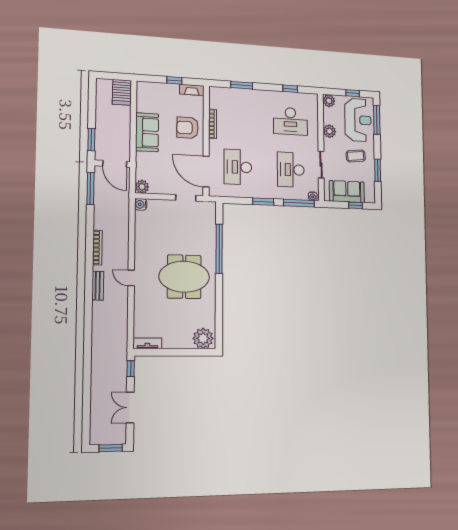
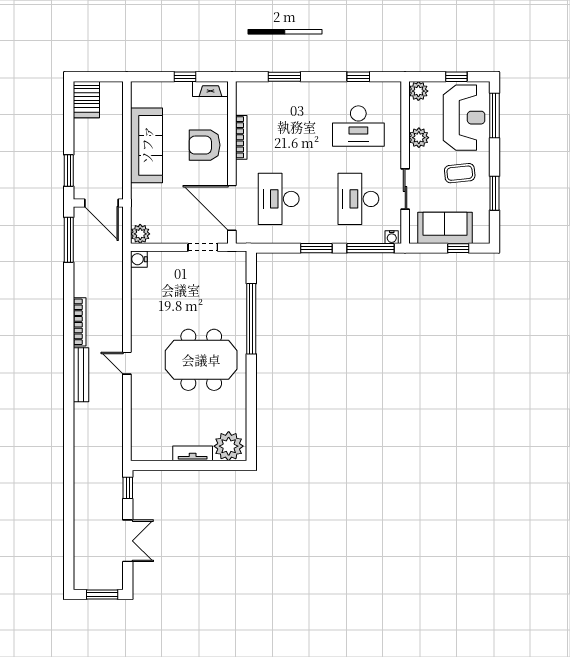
server rack: (122, 92) -> (86, 100), moved
sofa: (147, 132) -> (147, 145), width x1.36
bench: (98, 286) -> (81, 375), width x1.36
tv unit: (147, 343) -> (193, 453), moved
double door: (130, 408) -> (128, 541), swing flipped

